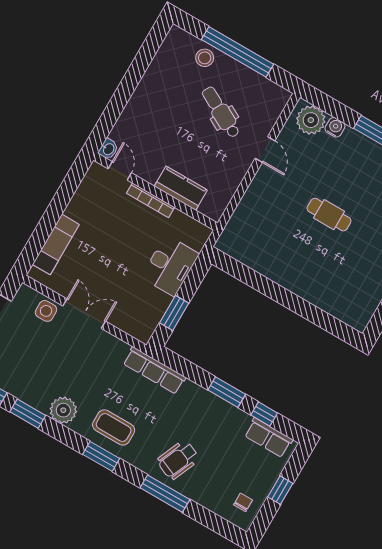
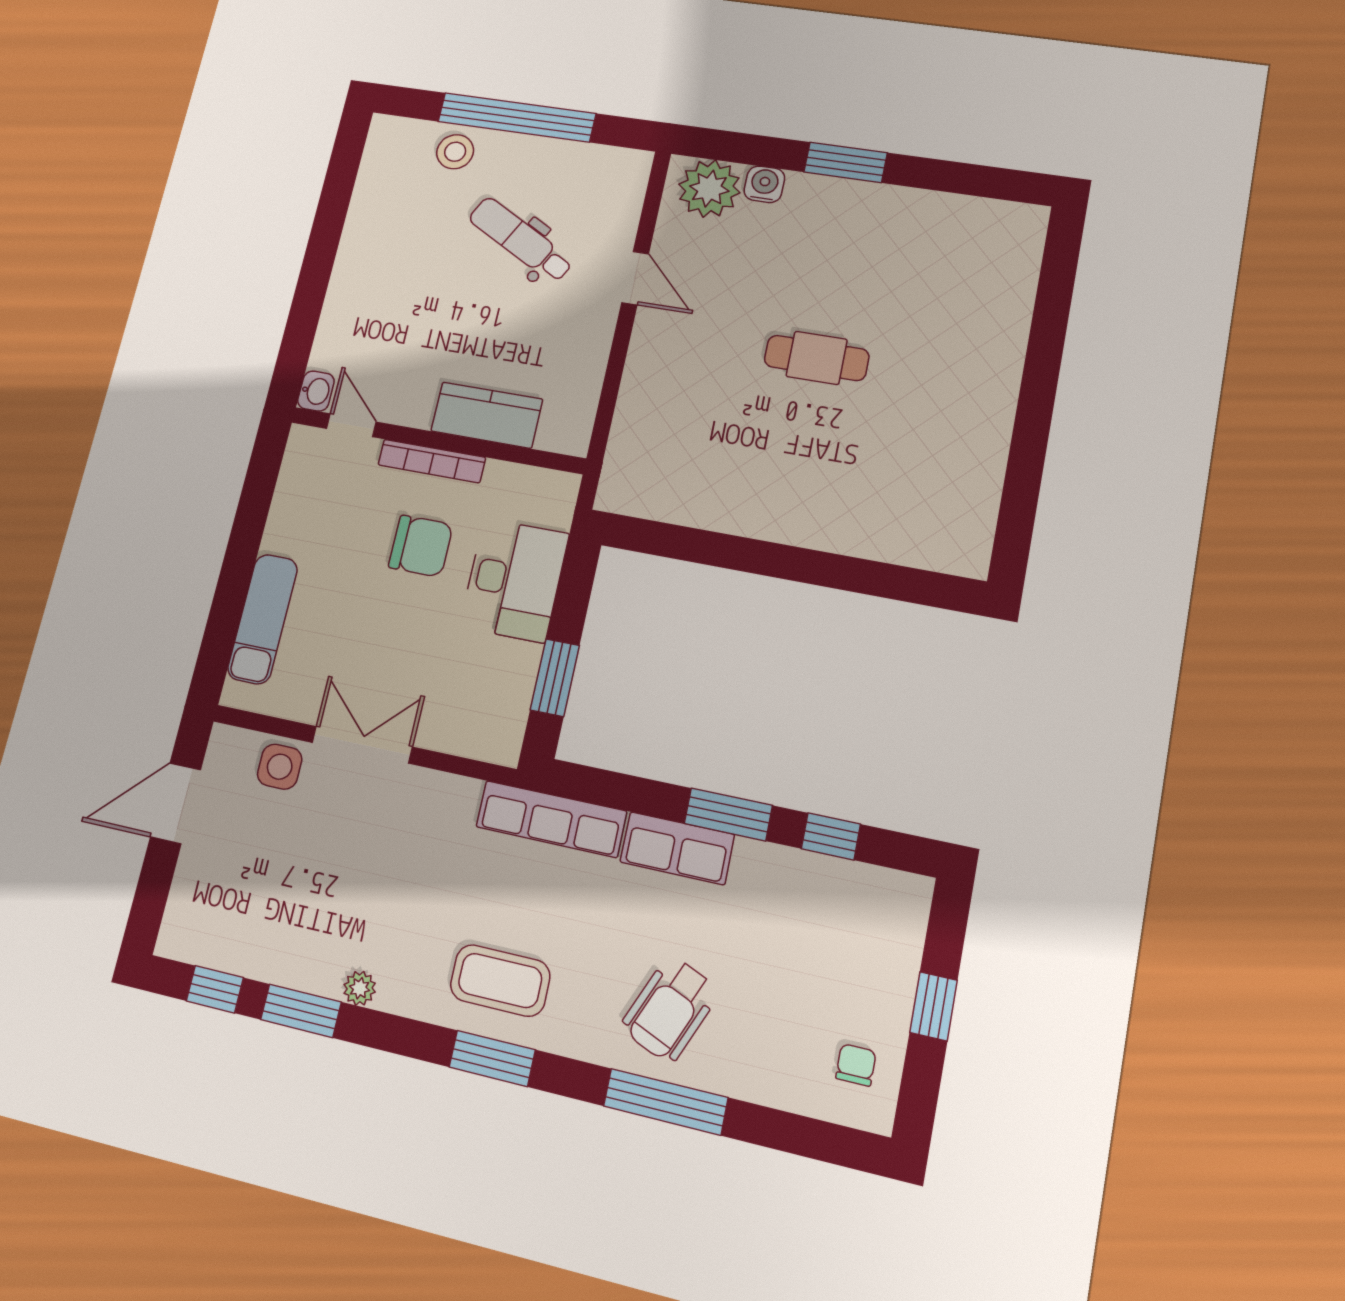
chair: (134, 237) -> (421, 546), added
plant: (63, 410) -> (360, 988), width x0.53, depth x0.53
row of seats: (268, 438) -> (677, 848), moved

